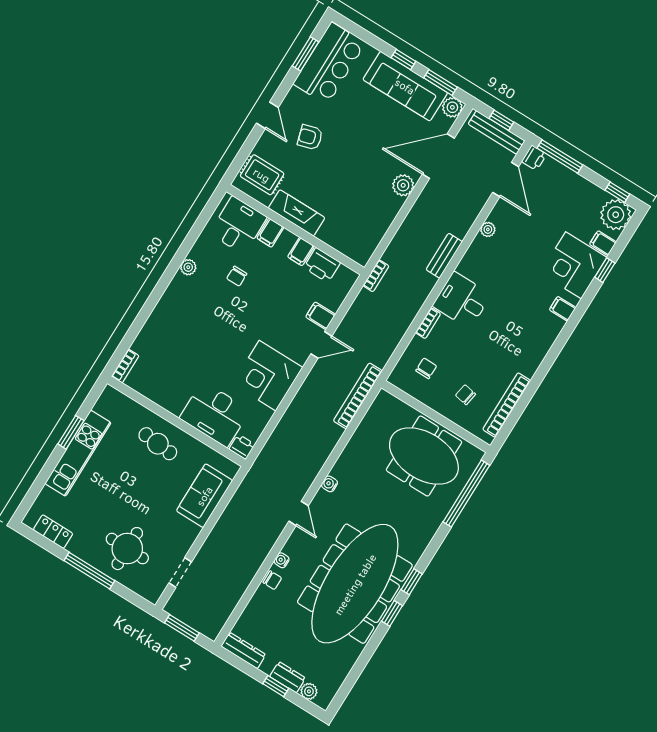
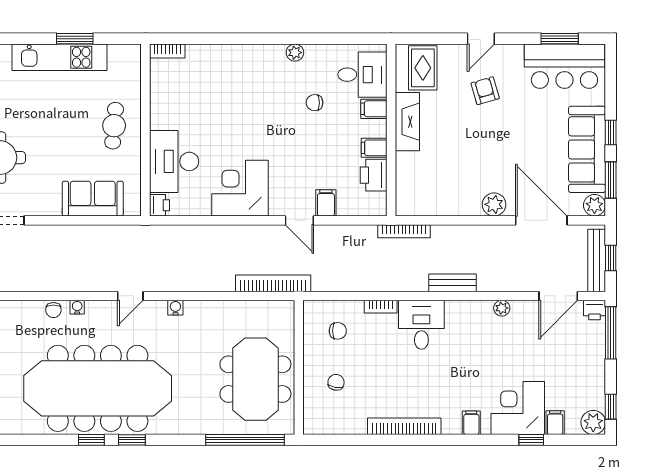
plant: (616, 215) -> (593, 422), width x0.73, depth x0.73
bookcase: (376, 276) -> (404, 231), width x1.56
bookcase: (507, 405) -> (404, 426), moved

